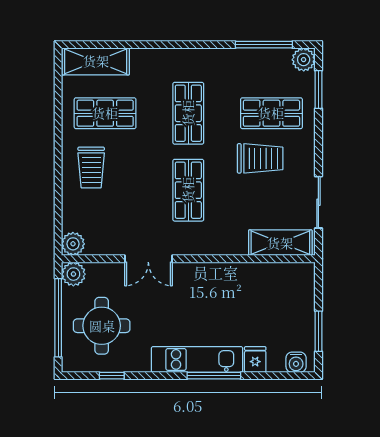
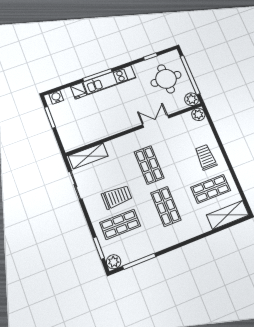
trolley: (260, 158) -> (117, 197), turned 180

